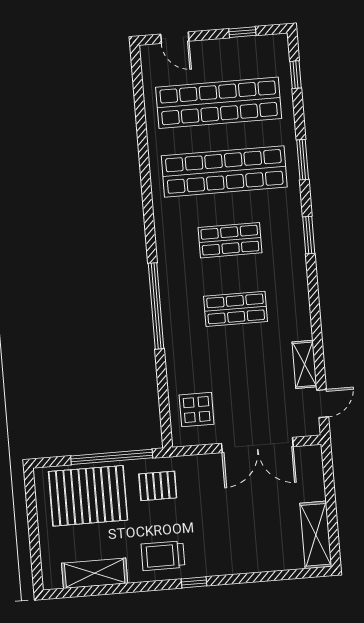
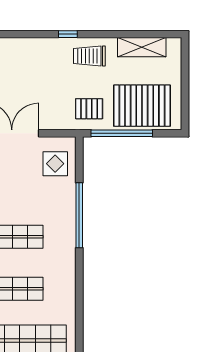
window: (156, 306) -> (79, 215), moved
trolley: (163, 556) -> (89, 56), turned 180

